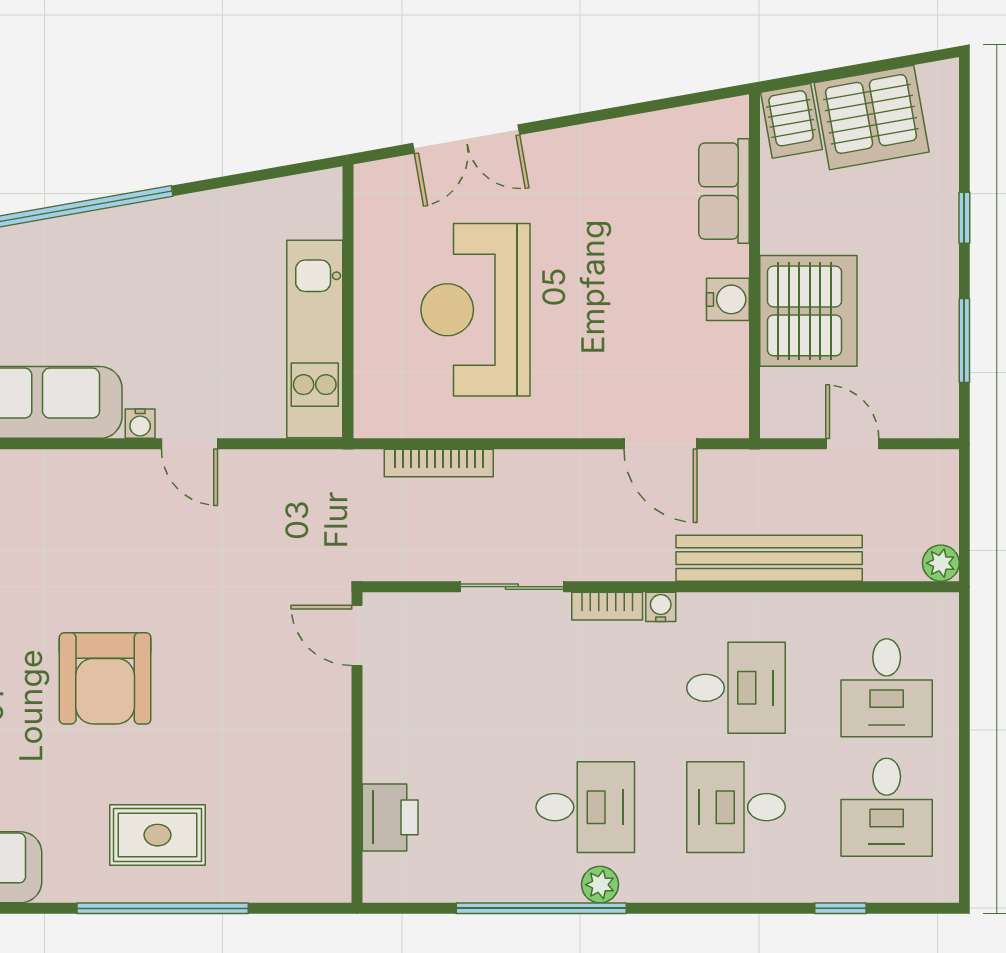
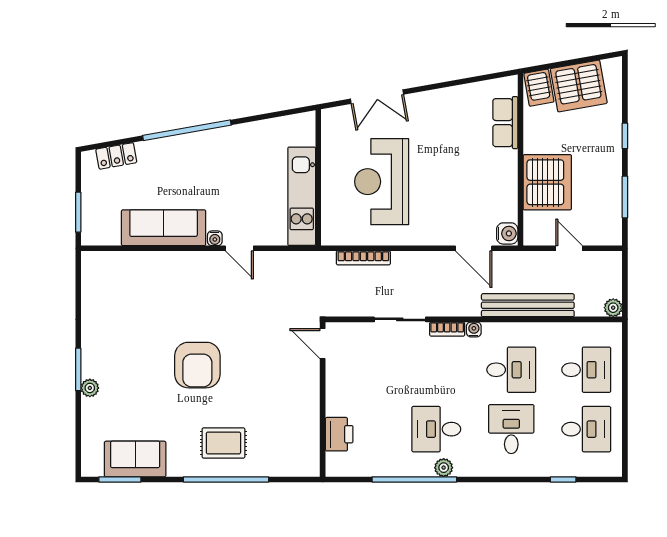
water cooler: (728, 299) -> (507, 233), moved
desk: (887, 688) -> (586, 370), turned -90
desk: (585, 807) -> (436, 429), turned 180
desk: (736, 807) -> (511, 429), turned 90
desk: (887, 807) -> (586, 429), turned -90

